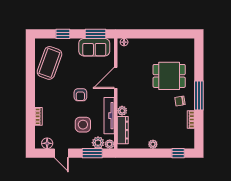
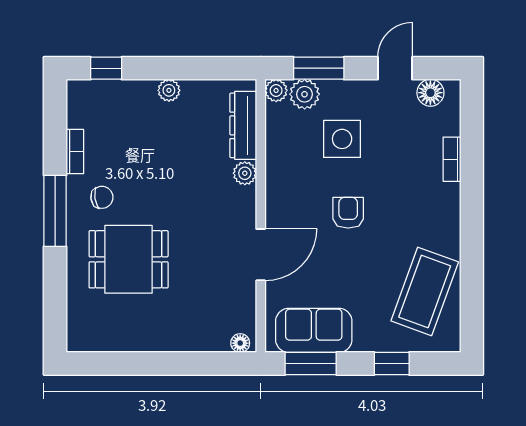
tv unit: (109, 116) -> (277, 161), removed
door: (61, 153) -> (395, 68), hinge flipped

